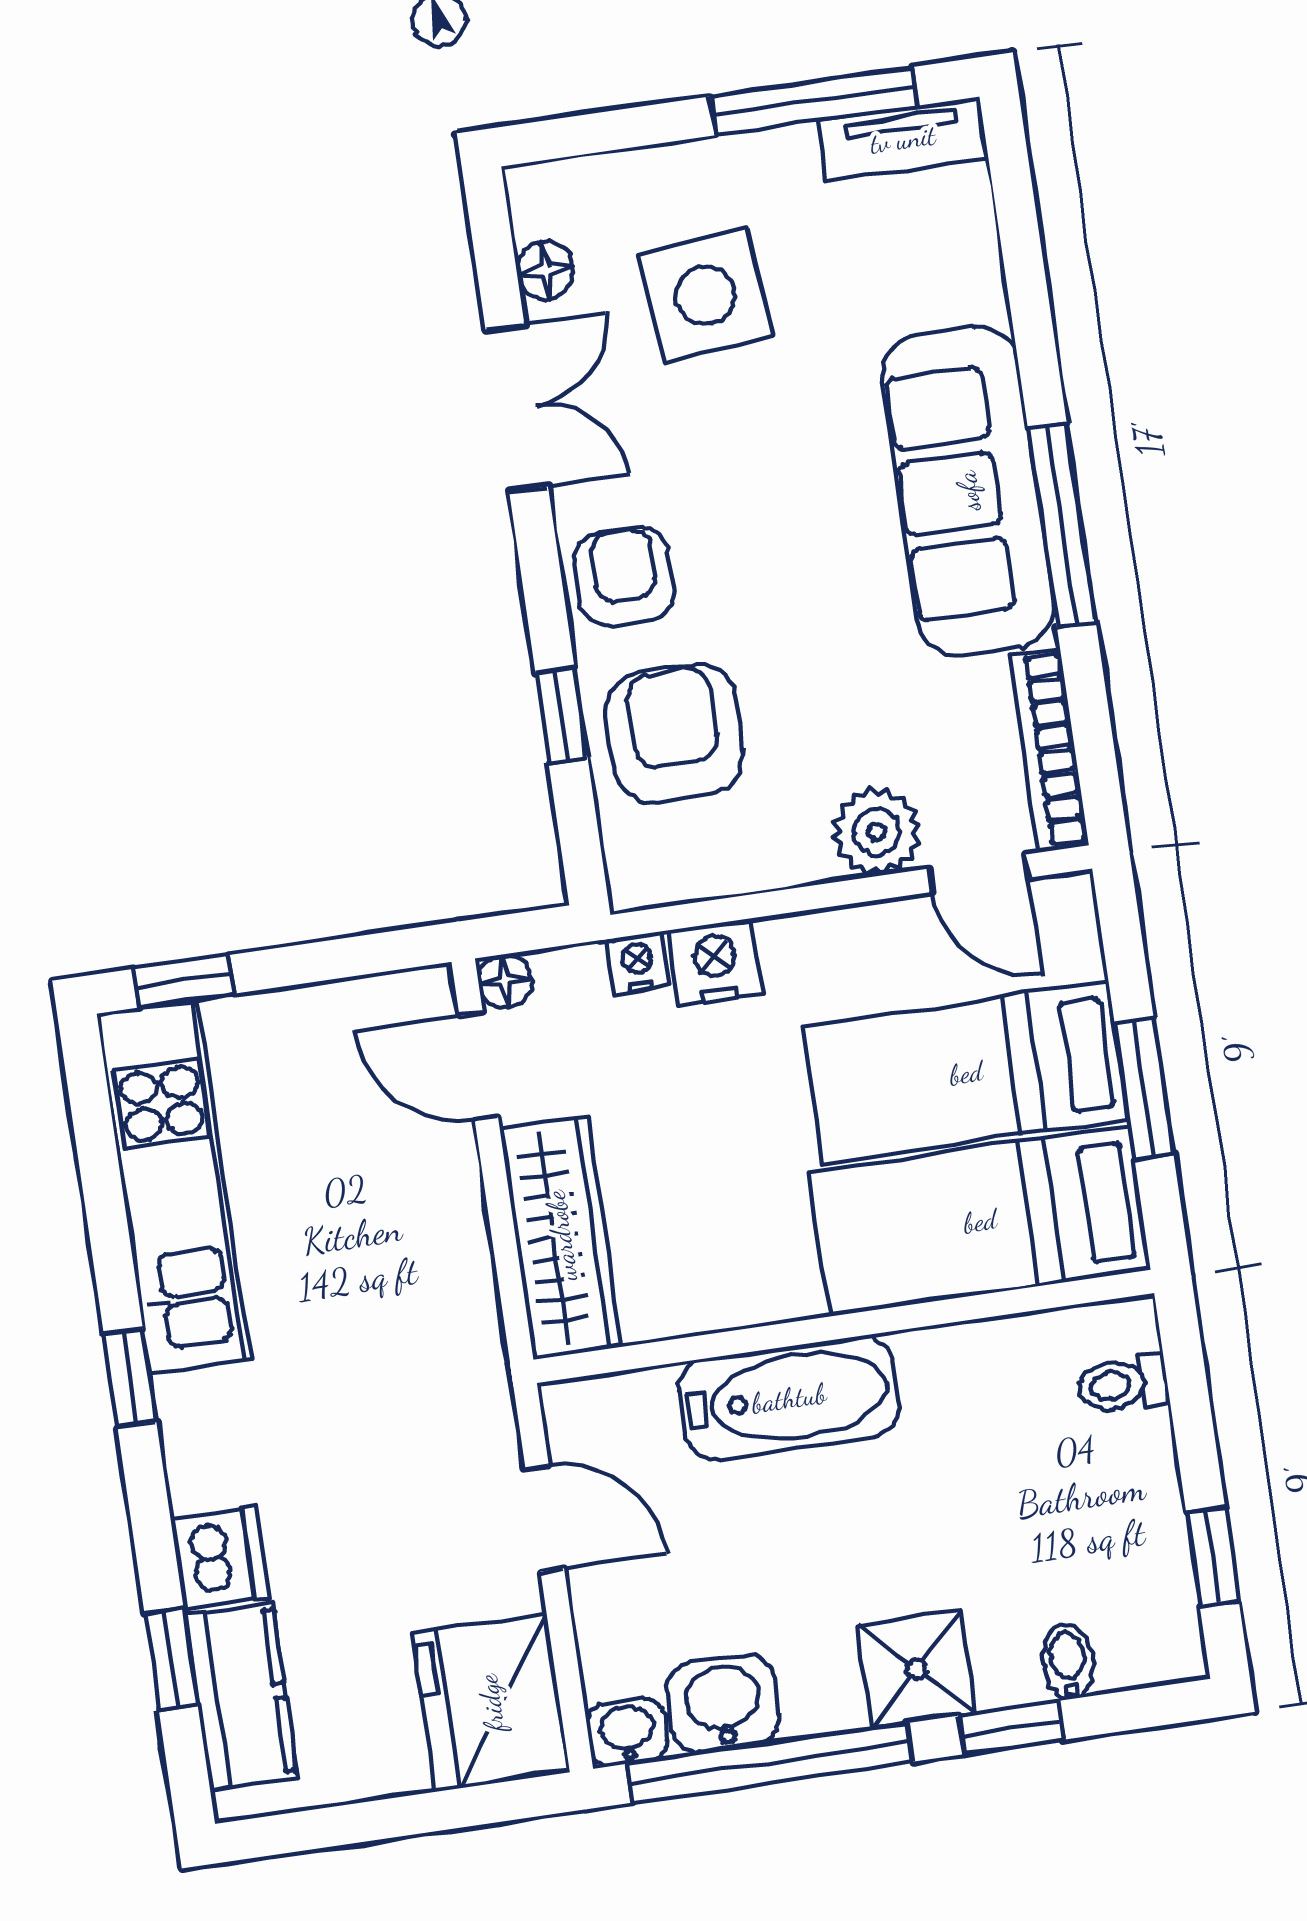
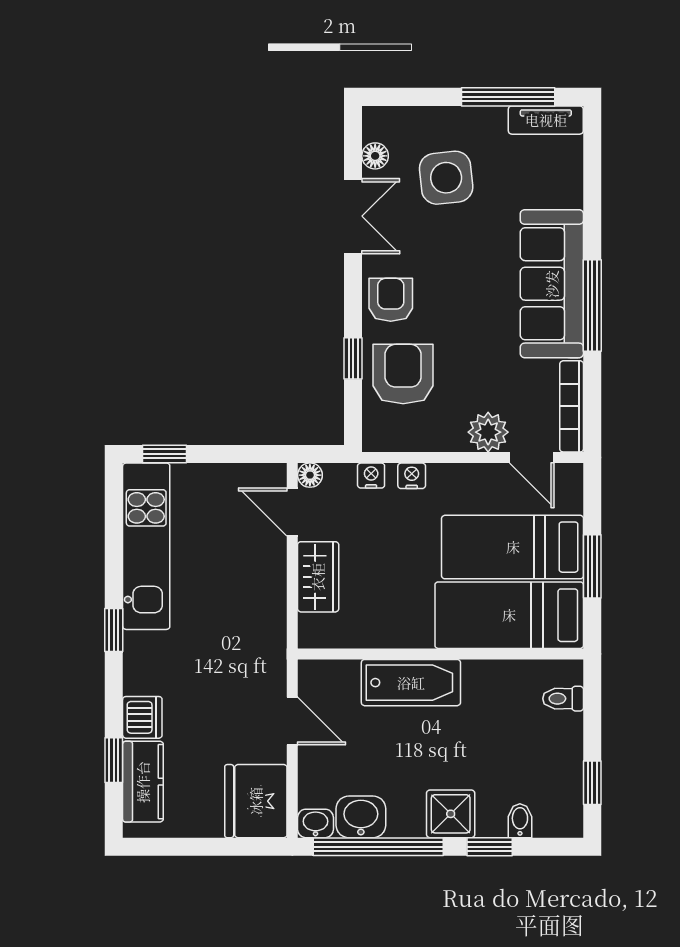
nightstand: (715, 962) -> (412, 476), width x0.72, depth x0.74
wardrobe: (561, 1236) -> (318, 577), width x0.67

